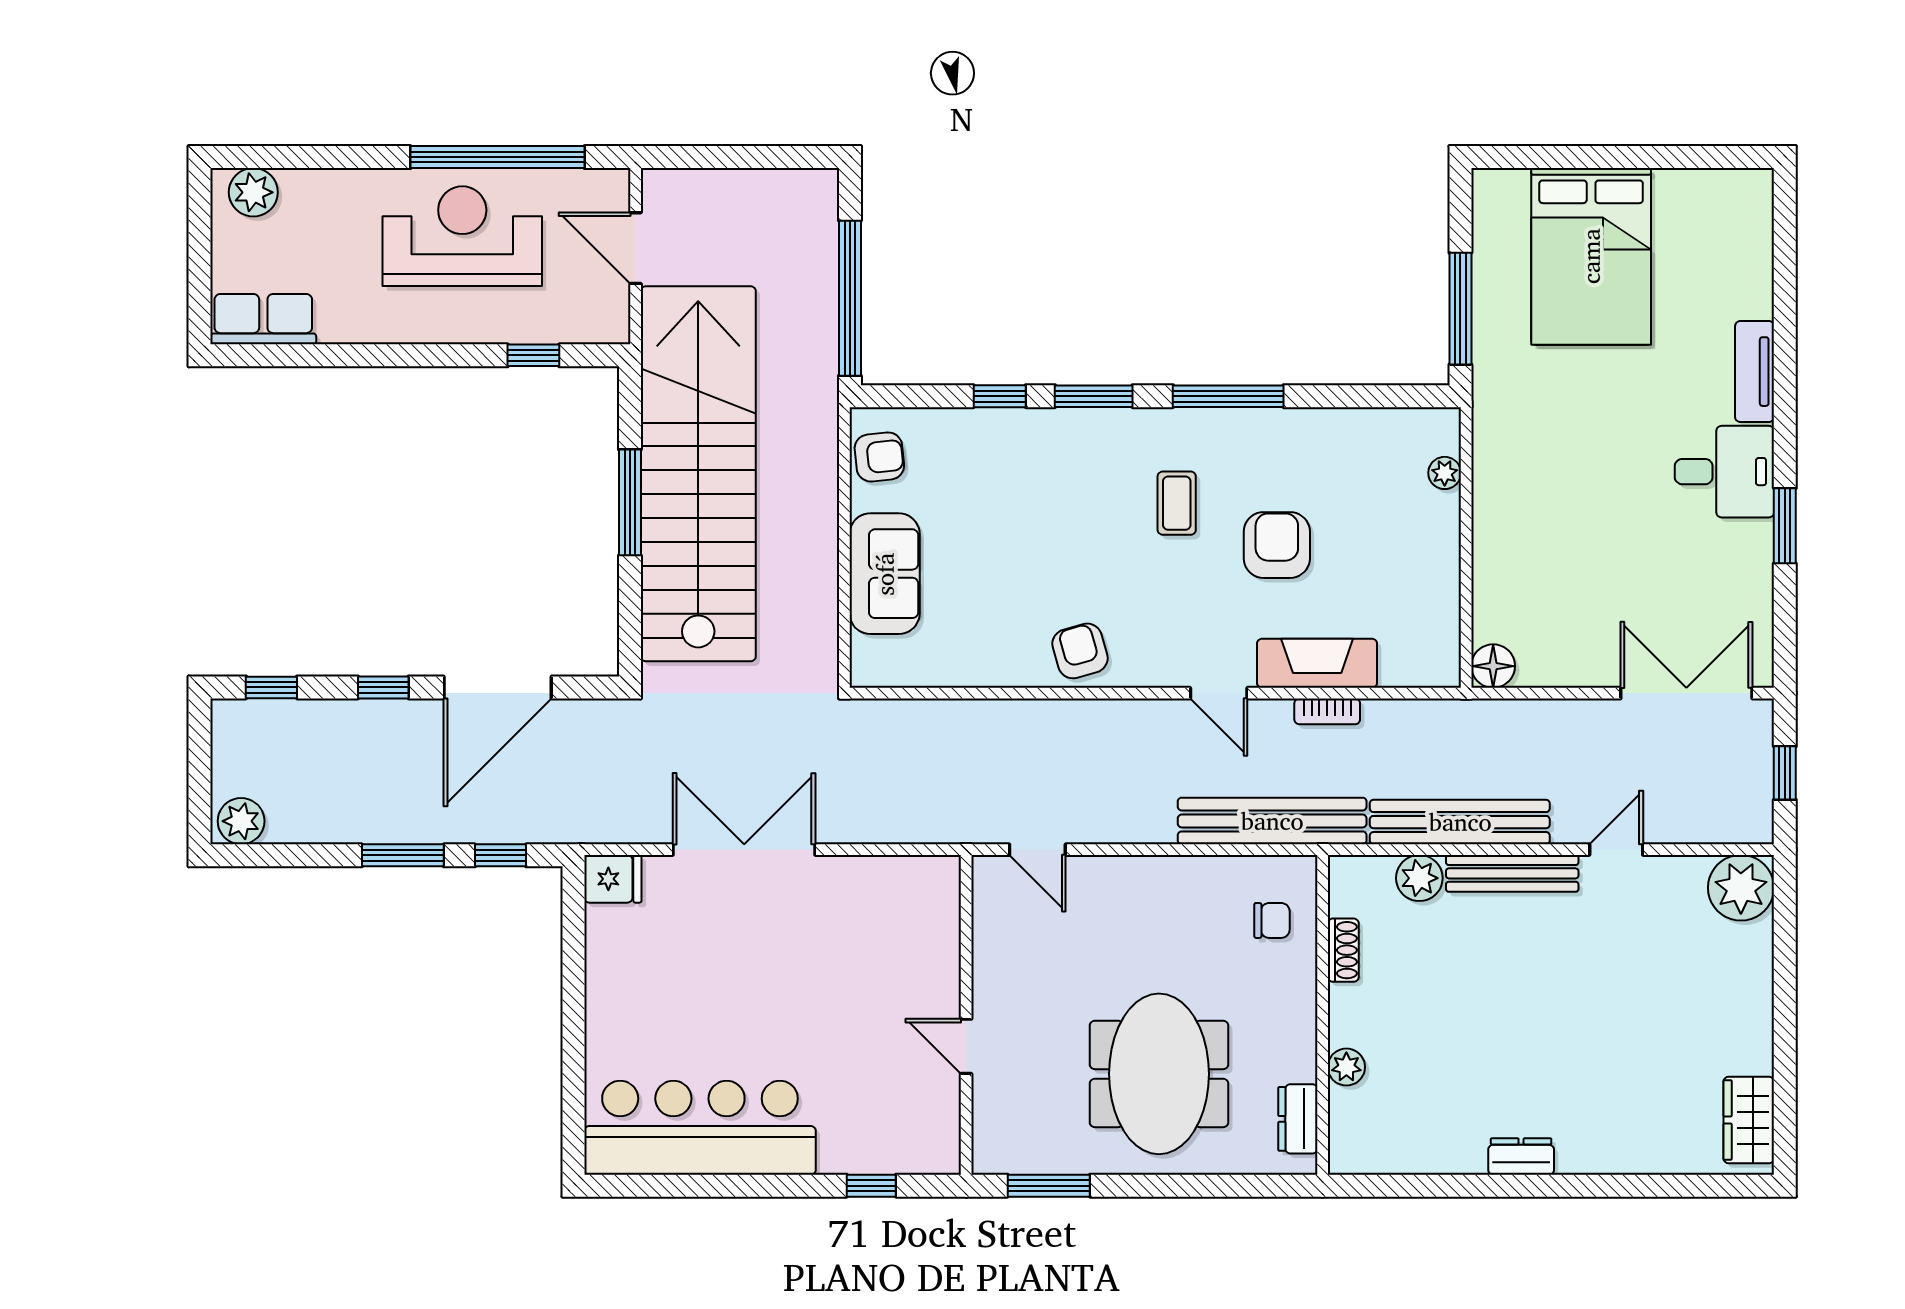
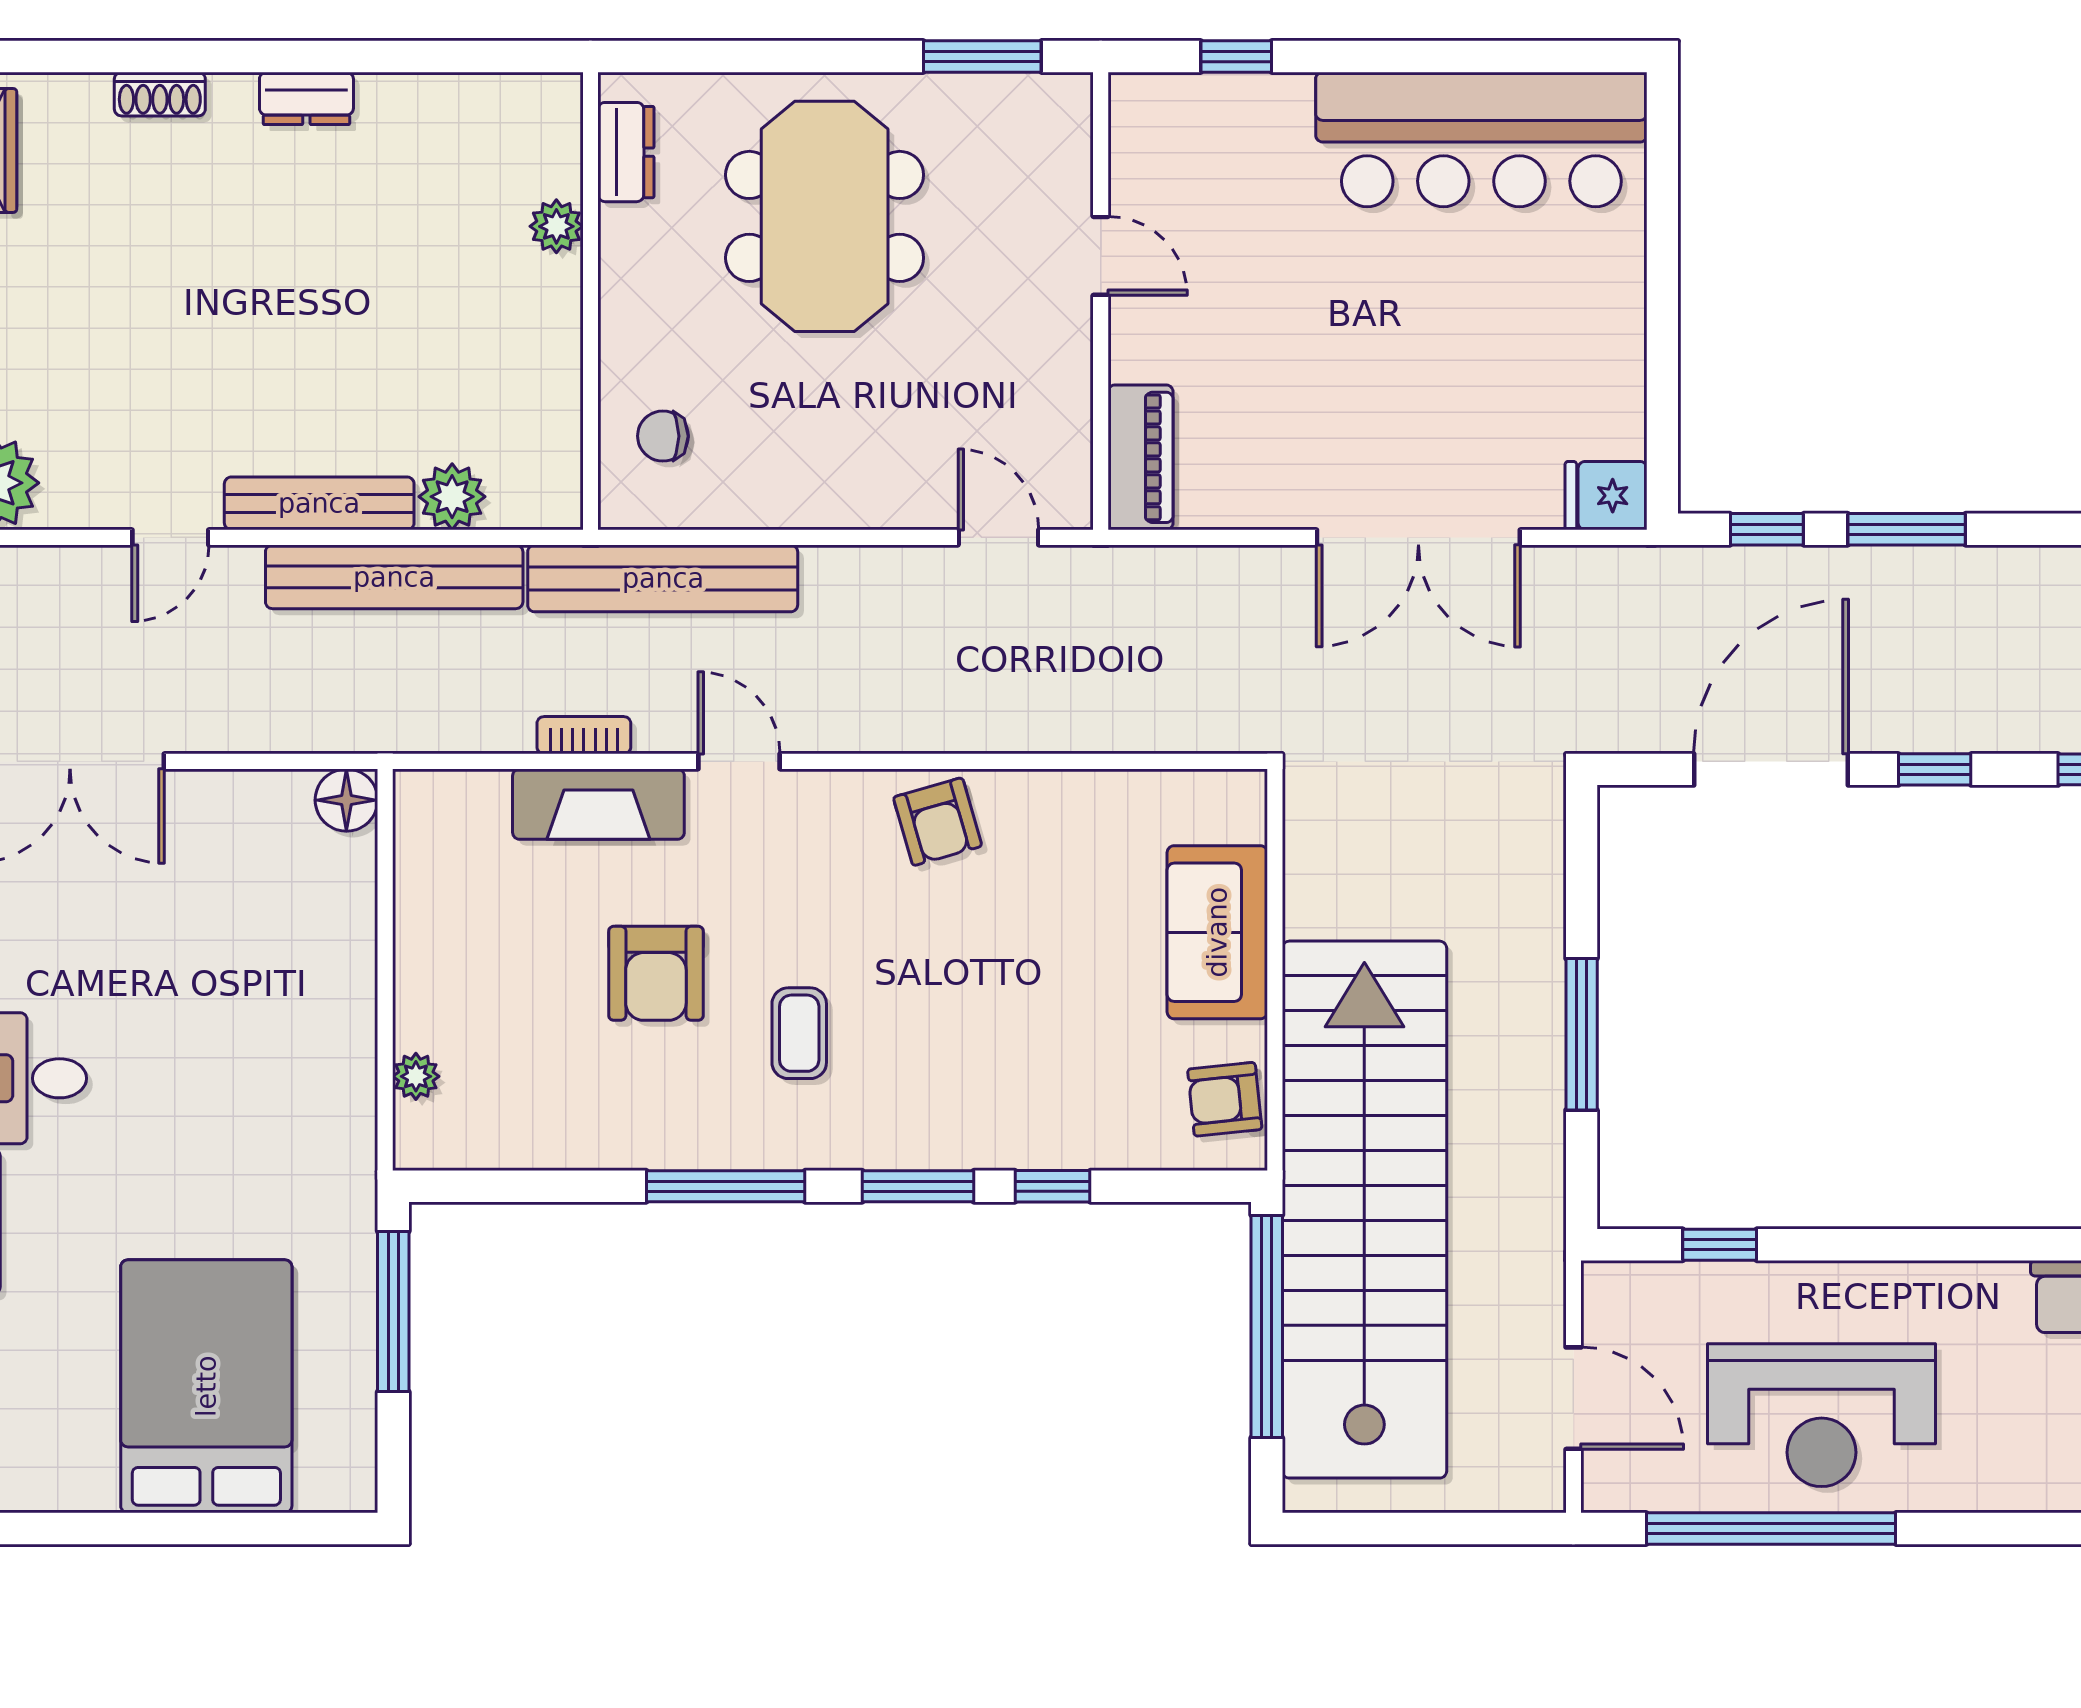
stairs: (698, 474) -> (1364, 1210), moved, turned 180
piano: (938, 906) -> (1141, 457), added
shoe rack: (1343, 950) -> (160, 94), moved, turned -90

